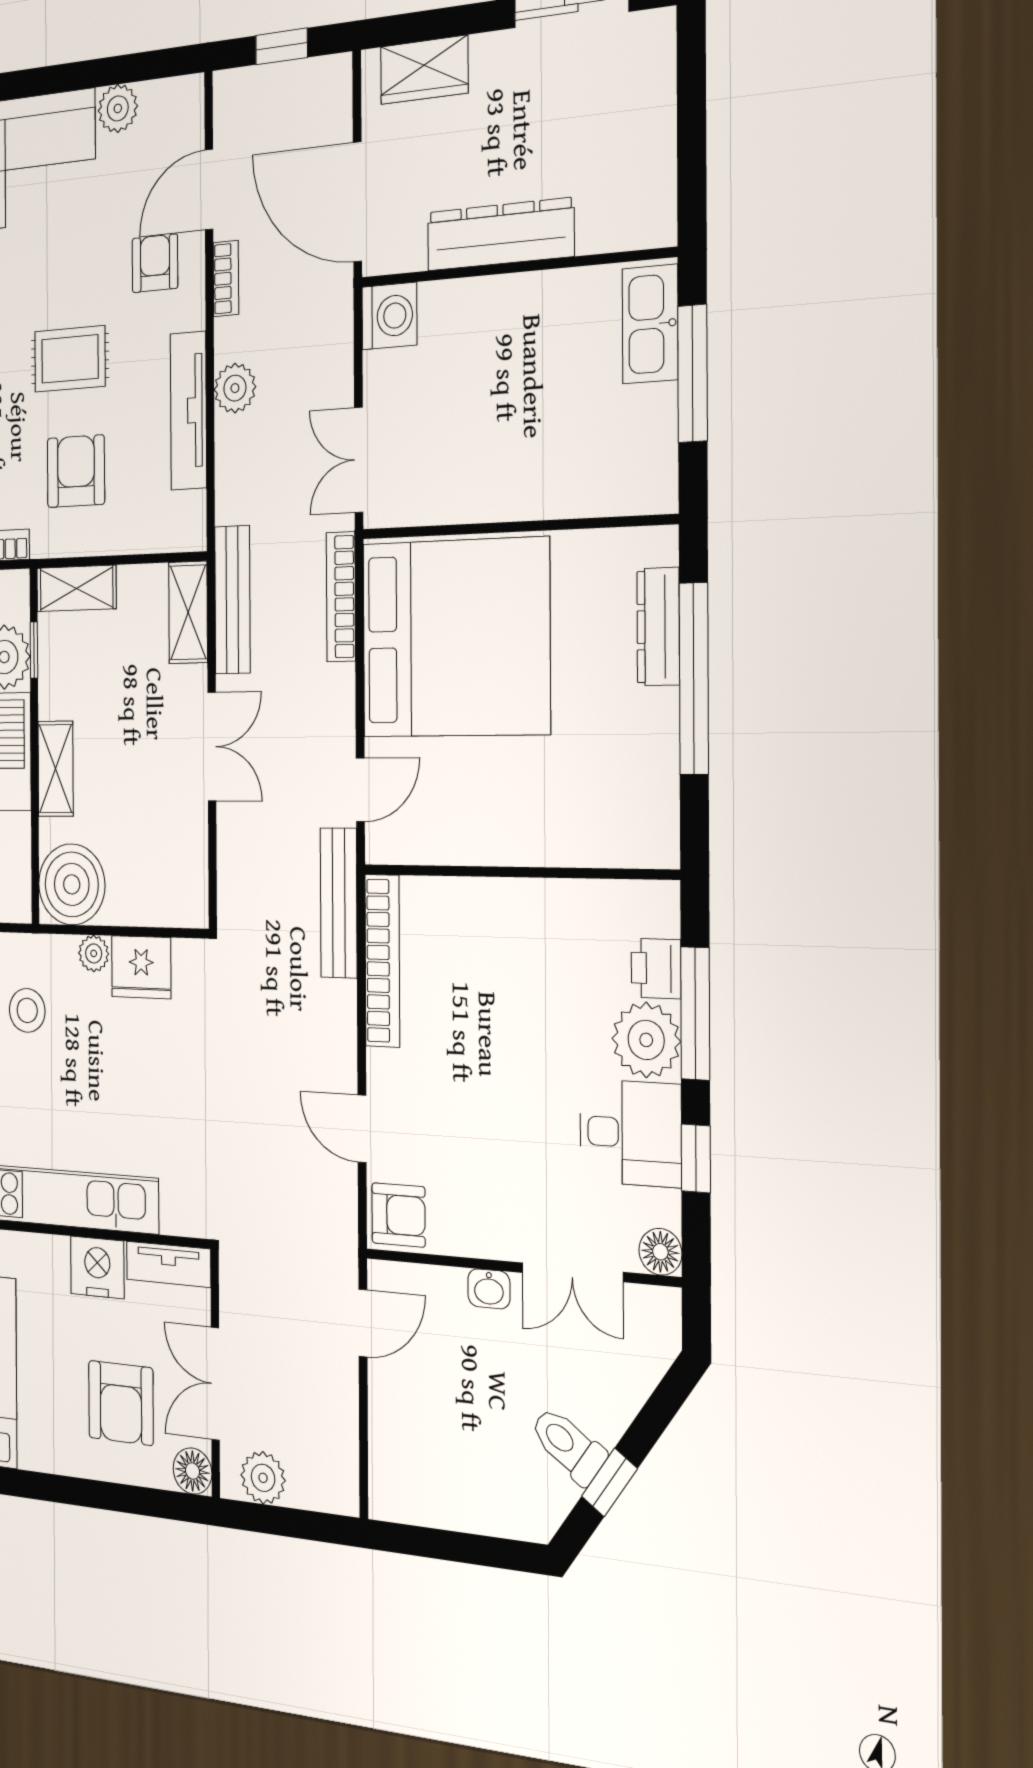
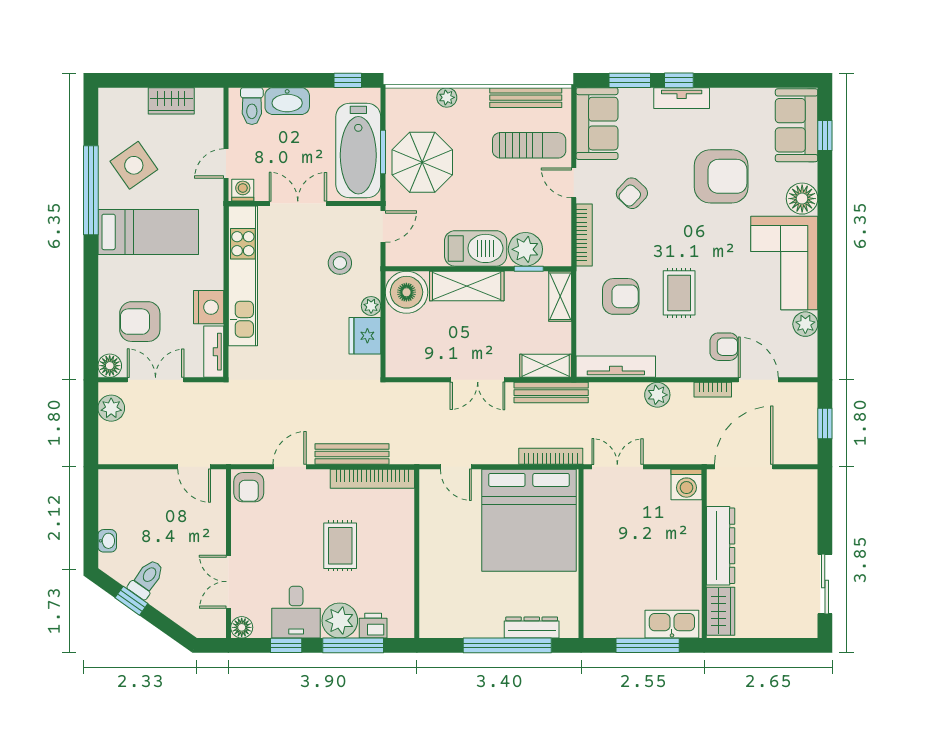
wardrobe: (424, 70) -> (721, 611), moved, turned 180
tv unit: (188, 411) -> (616, 367), moved
shelving: (56, 769) -> (467, 286), width x1.50, depth x1.33
bench: (339, 903) -> (352, 454), moved
rug: (504, 1032) -> (340, 546), added
washbasin: (489, 1289) -> (107, 541), moved, turned 180

